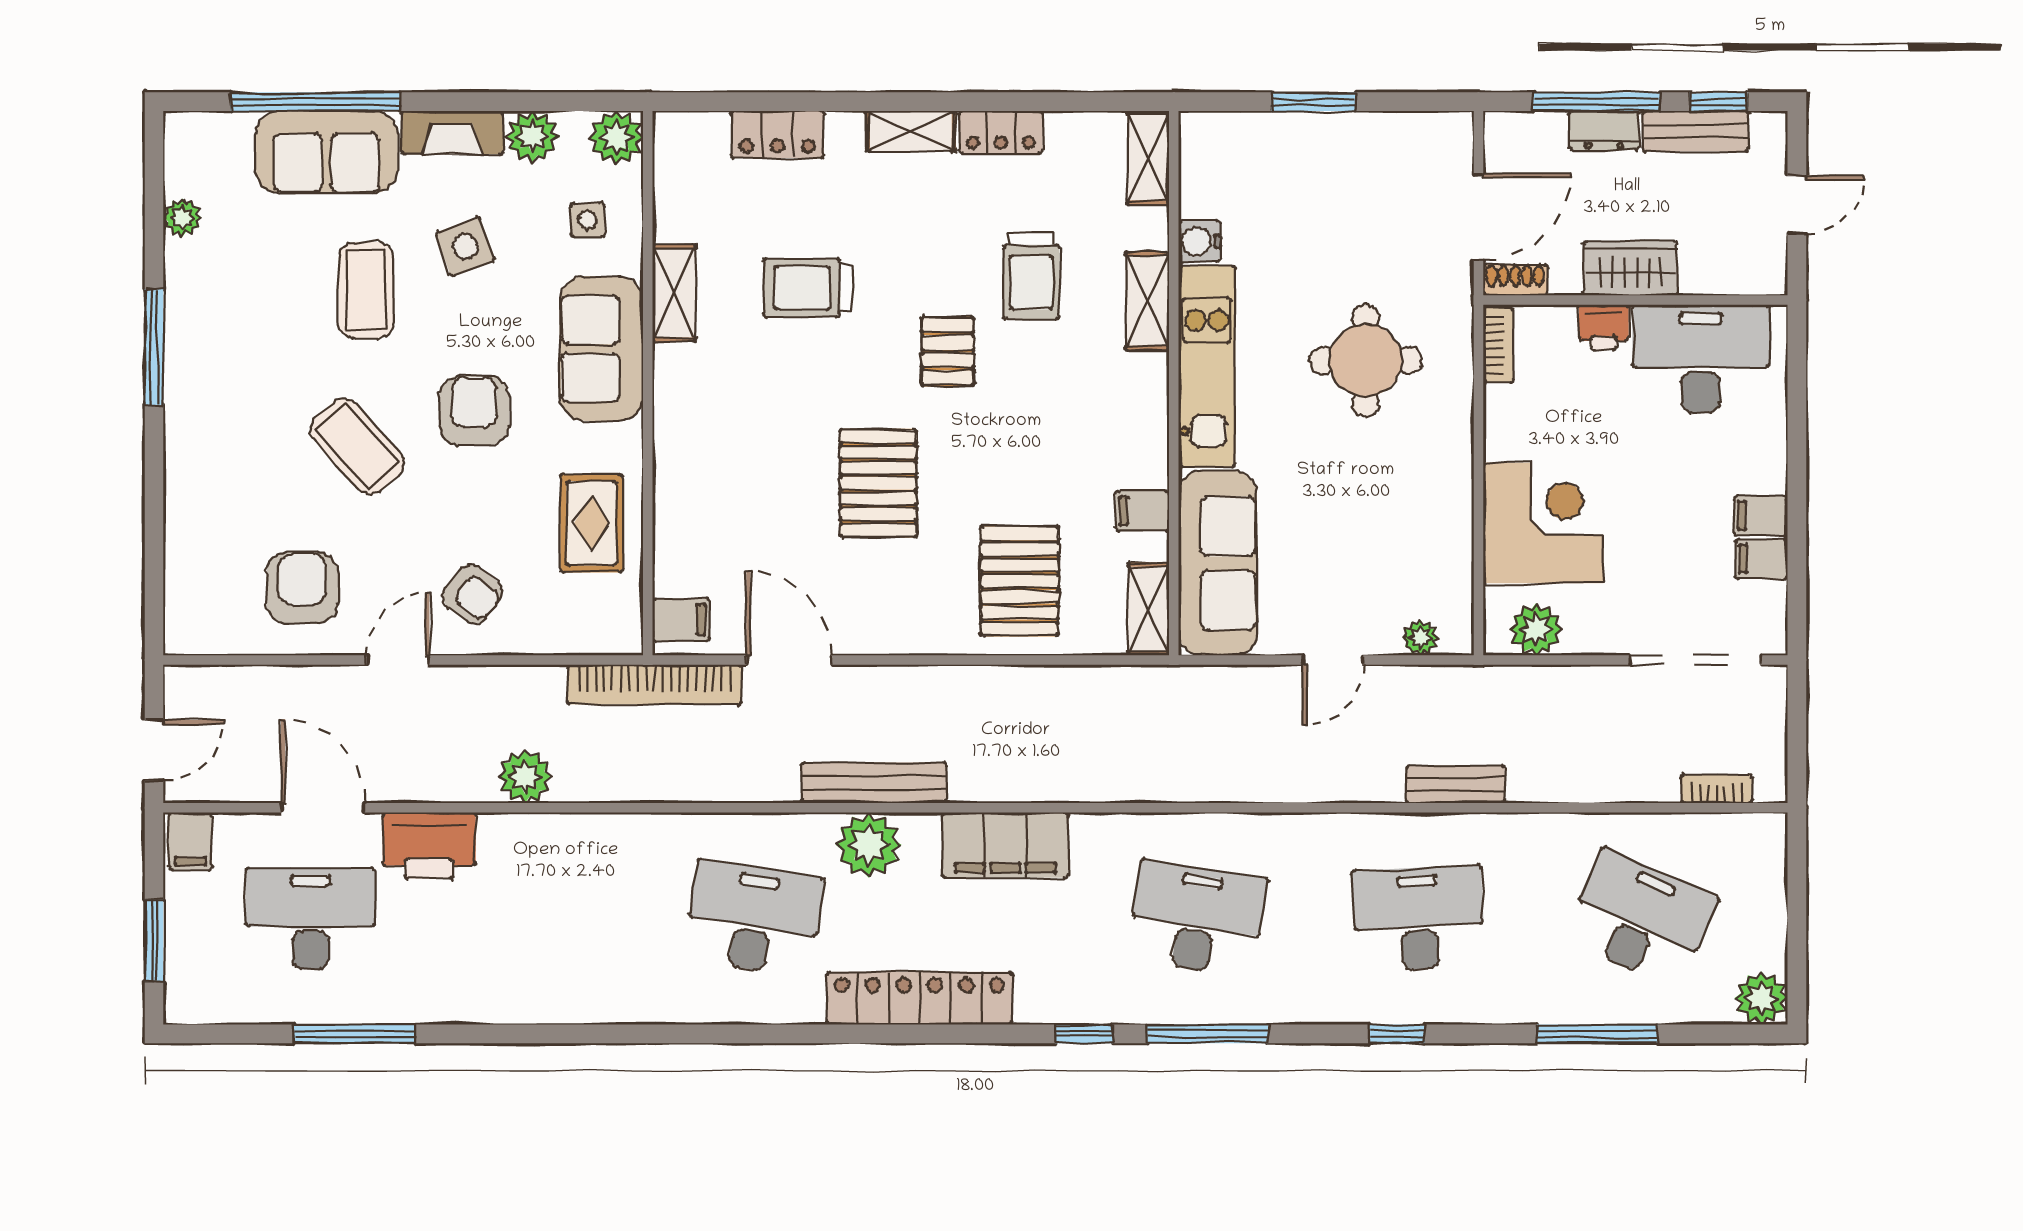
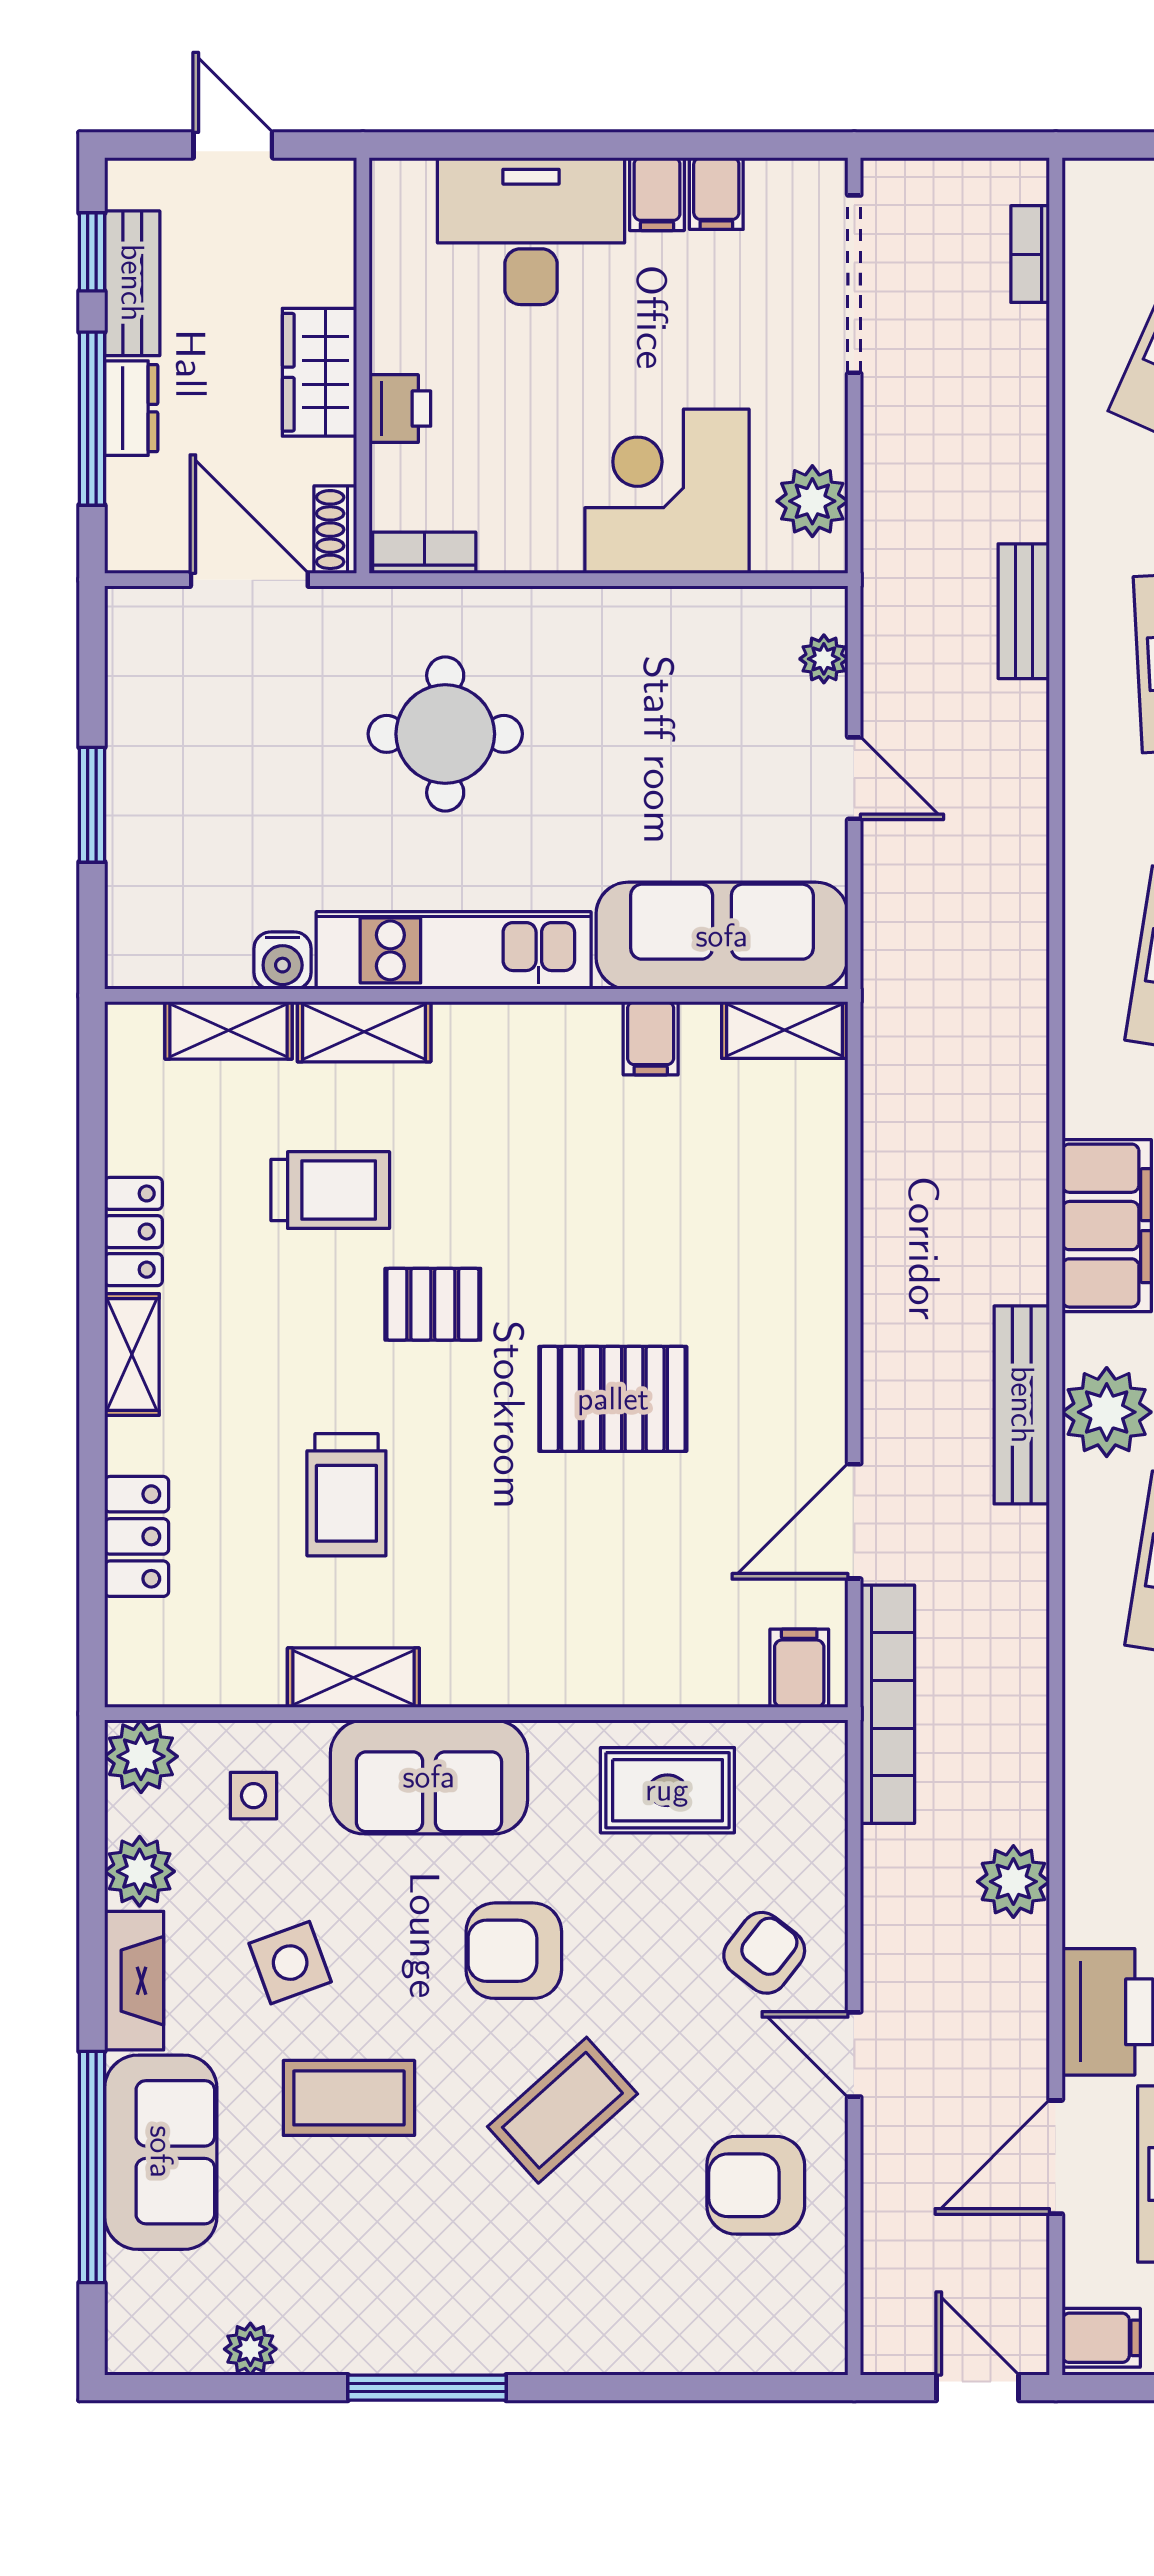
shelving: (1148, 158) -> (229, 1030), moved
desk: (1701, 359) -> (531, 231), moved, turned 90
pallet: (1020, 581) -> (746, 1206), removed

